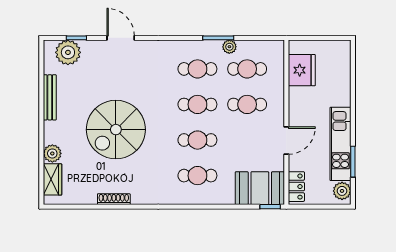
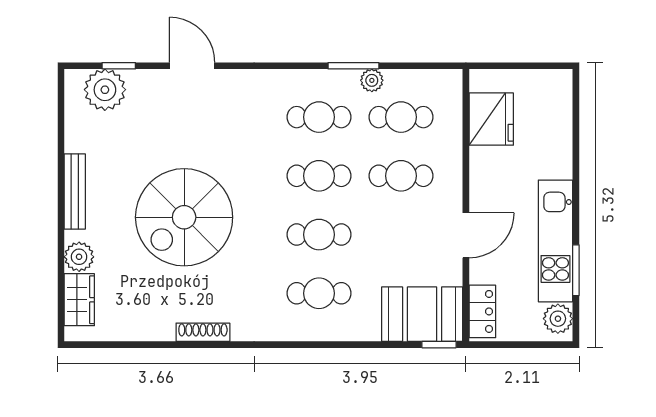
bench: (50, 97) -> (75, 192), moved
shoe rack: (114, 199) -> (203, 332), moved

